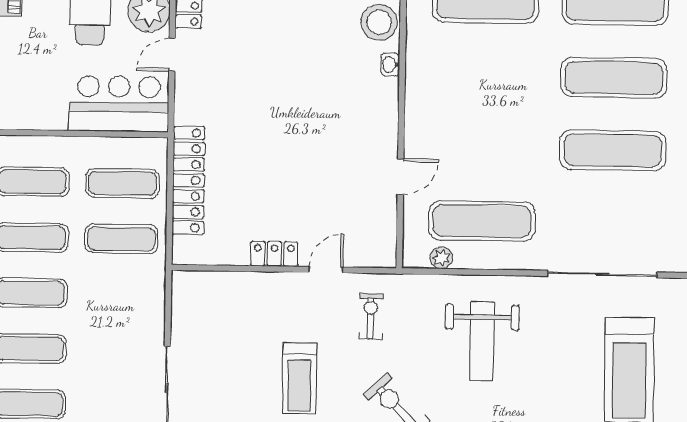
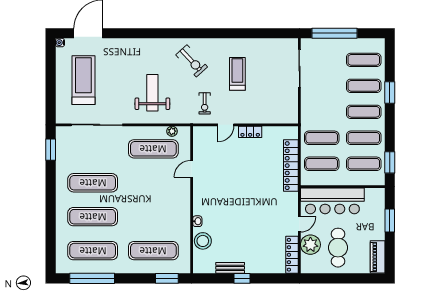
bar counter: (119, 104) -> (332, 201), width x1.36

